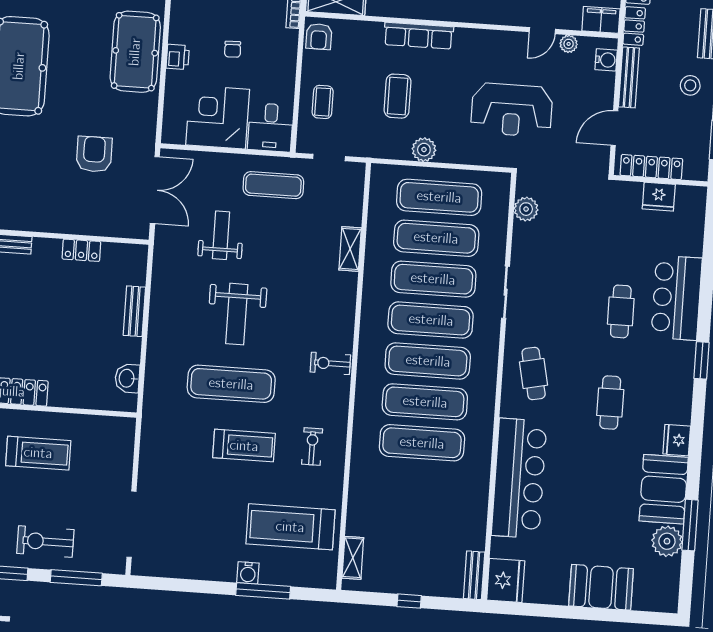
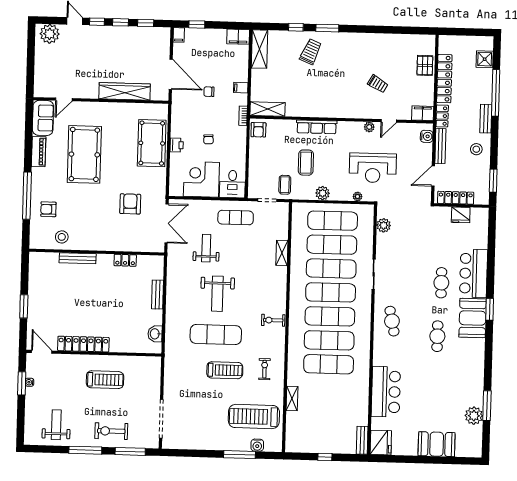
plant: (569, 44) -> (369, 127), moved
coffee table: (323, 102) -> (285, 185), moved
plant: (484, 158) -> (358, 197), added
fridge: (677, 440) -> (477, 356), removed
bar counter: (519, 478) -> (386, 392), width x0.73
booth: (664, 489) -> (473, 318), moved
shelving: (353, 558) -> (292, 399), moved
water cooler: (248, 573) -> (257, 445), moved

